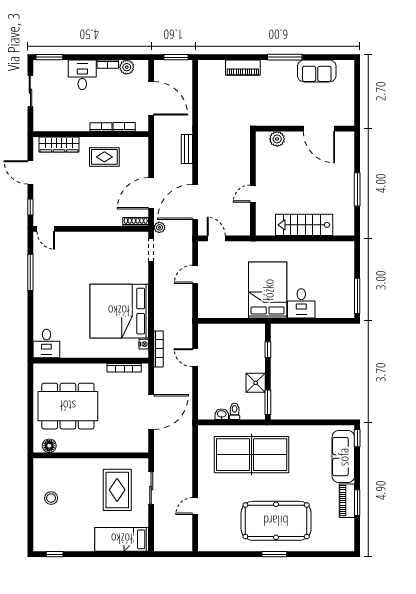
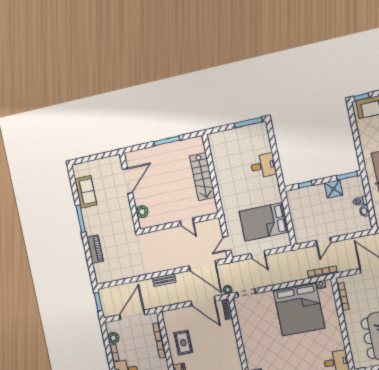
bed: (268, 290) -> (264, 222), moved

